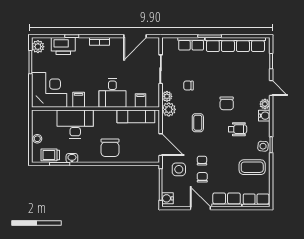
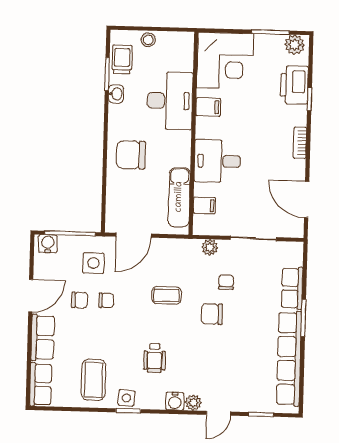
chair: (227, 103) -> (212, 314), moved
plant: (169, 109) -> (189, 250), removed

